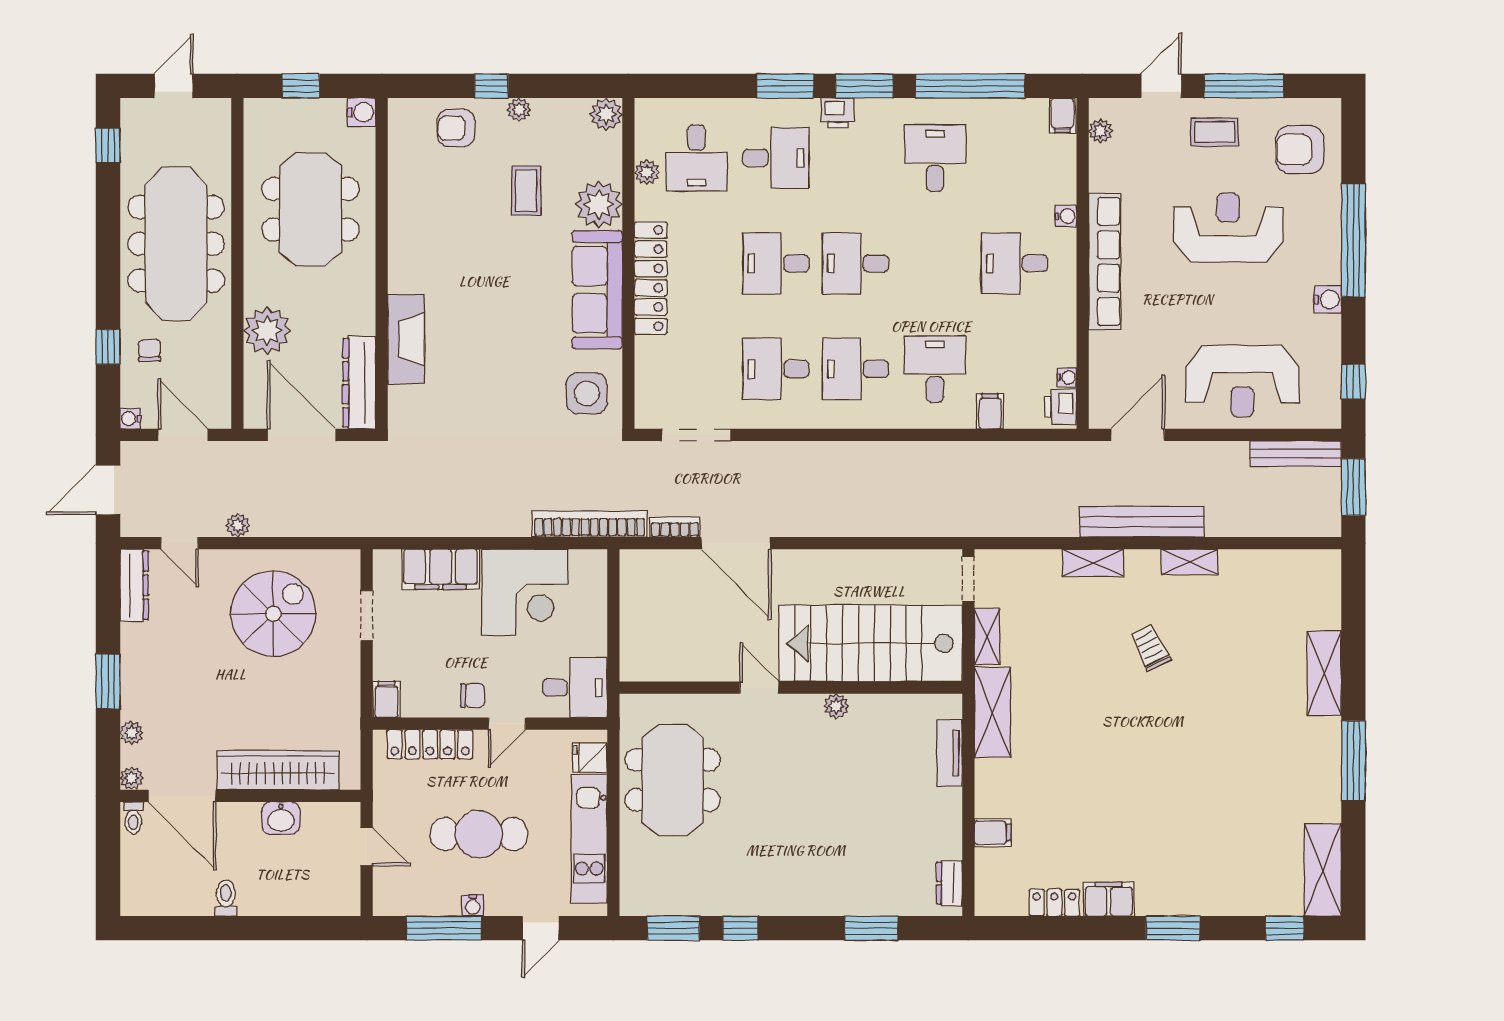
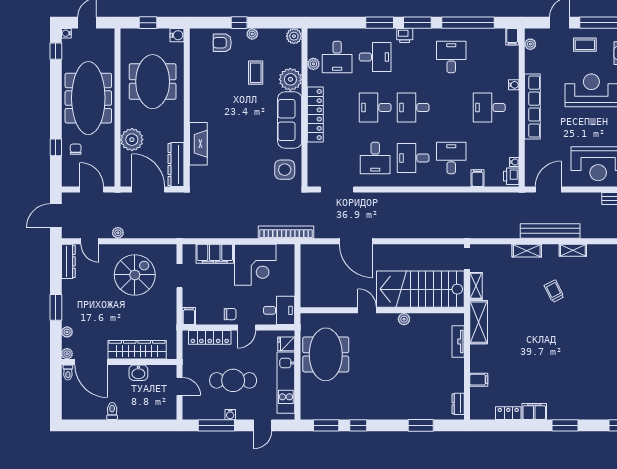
desk: (776, 369) -> (375, 158), turned -90
water cooler: (130, 419) -> (66, 33), moved
bookcase: (675, 527) -> (327, 234), removed

